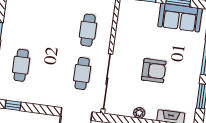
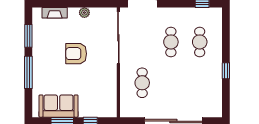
cafe table: (82, 74) -> (171, 42), moved

